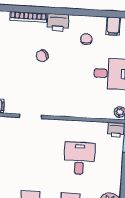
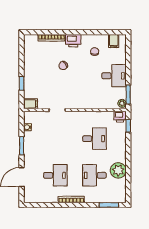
desk: (79, 158) -> (94, 139), turned 90

